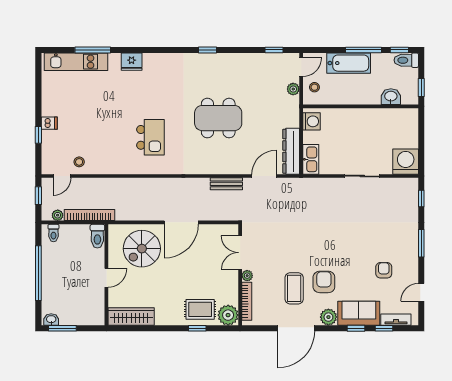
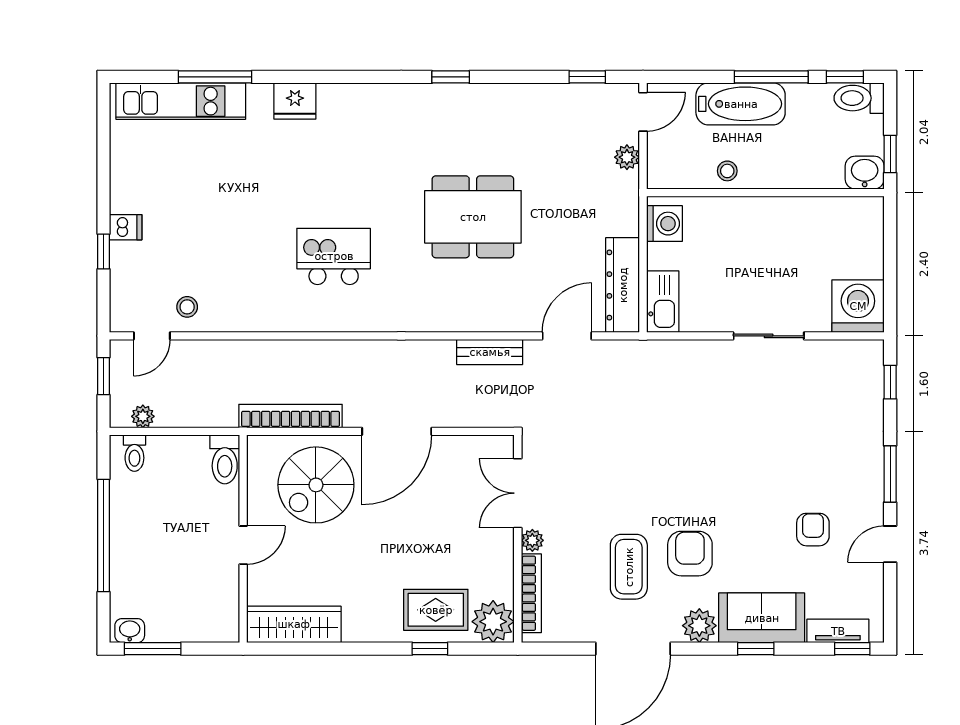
stool: (314, 87) -> (727, 171), moved
washbasin: (391, 97) -> (865, 173), moved
kitchen island: (150, 137) -> (334, 256), turned -90
bookcase: (89, 215) -> (291, 416), moved
door: (421, 292) -> (890, 544), moved
window: (384, 328) -> (852, 649), moved

